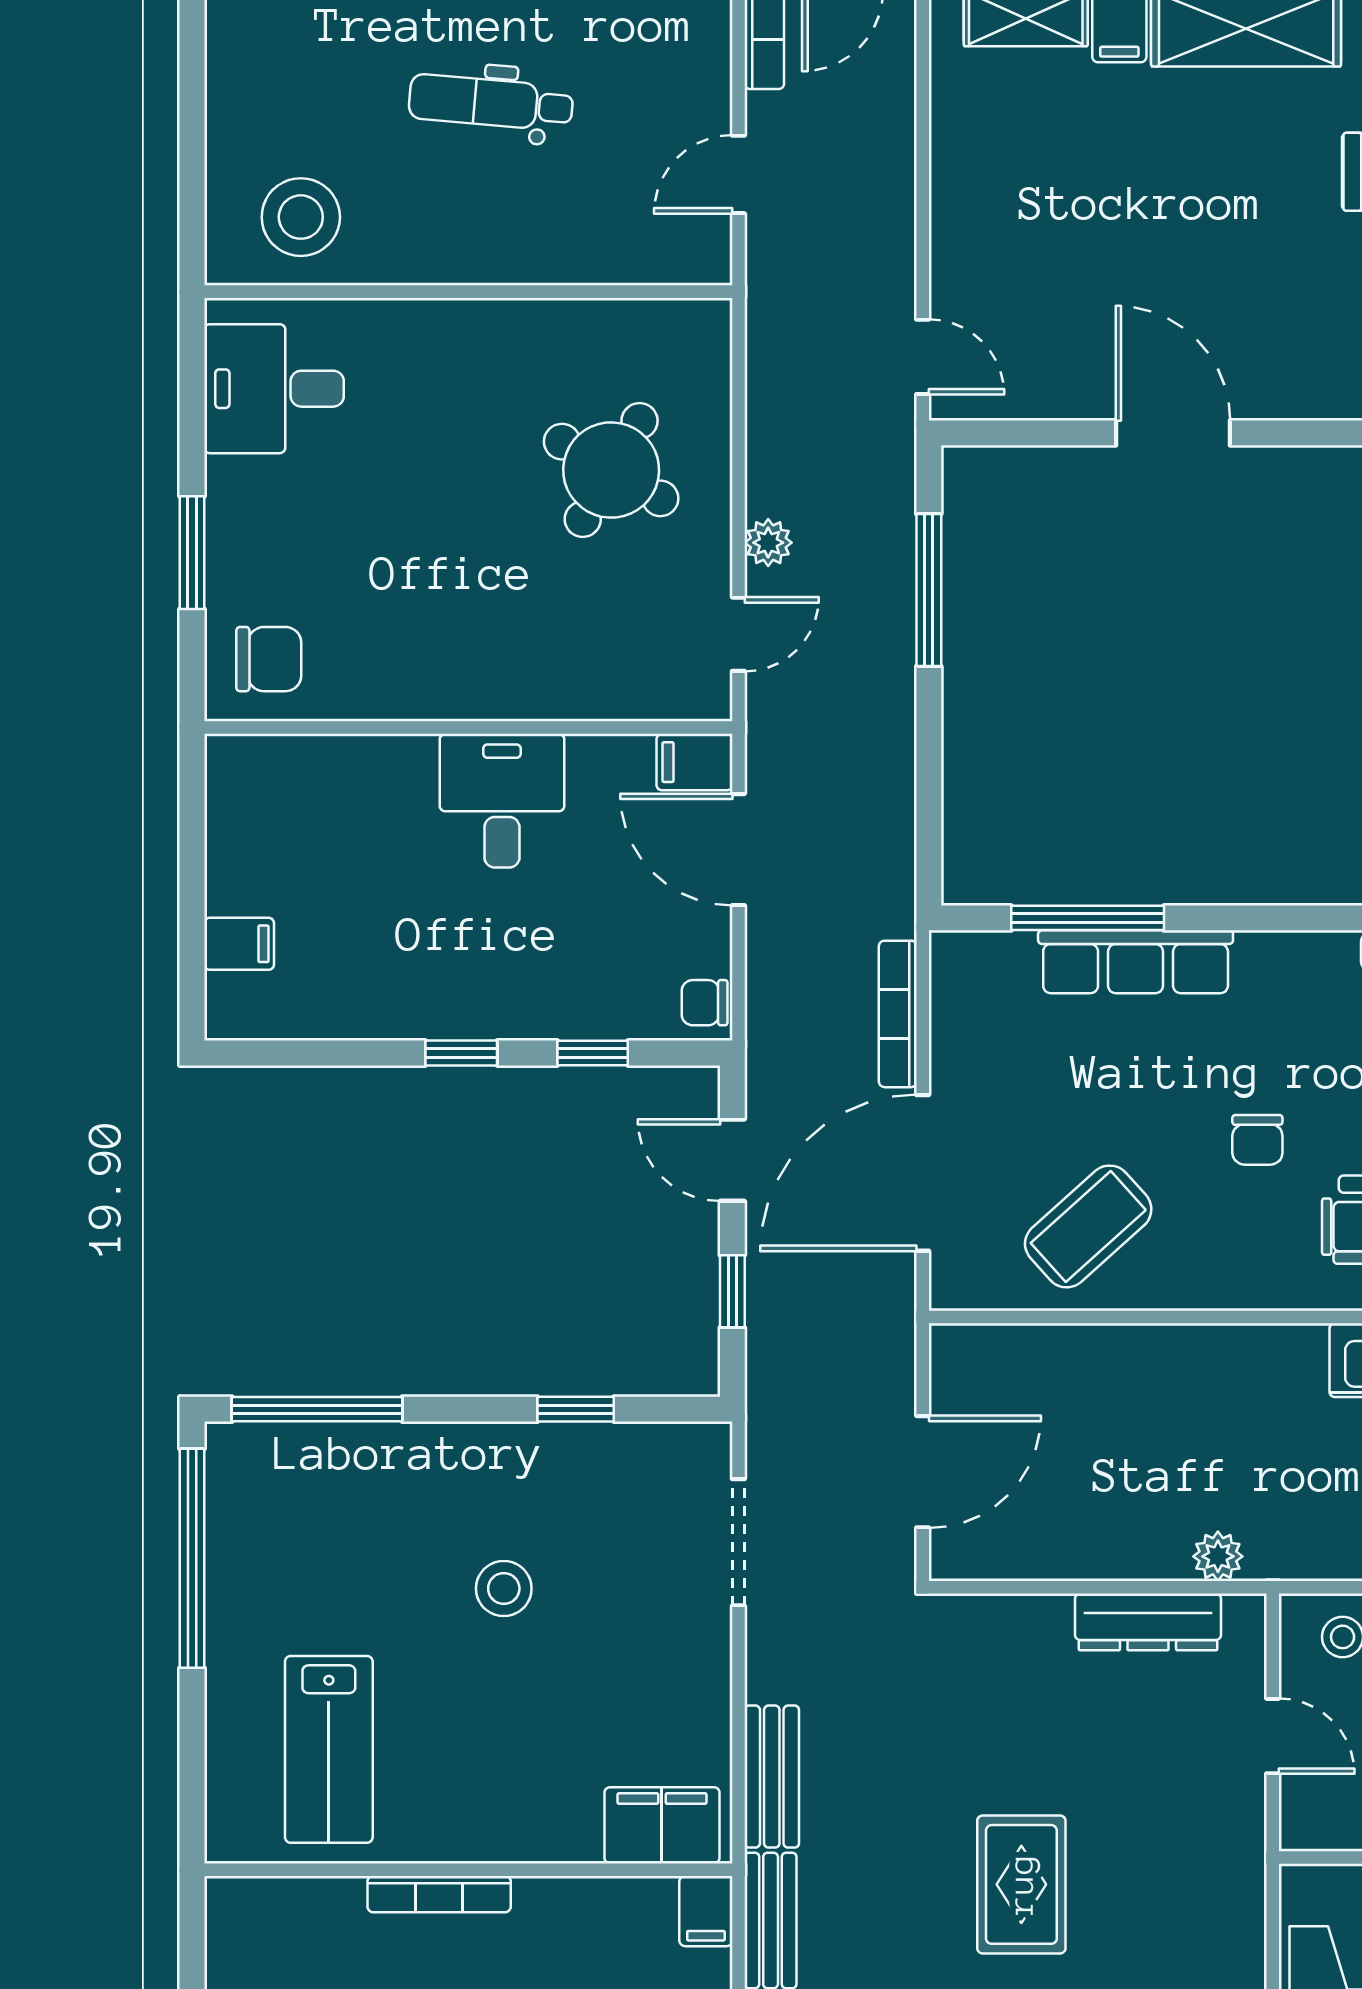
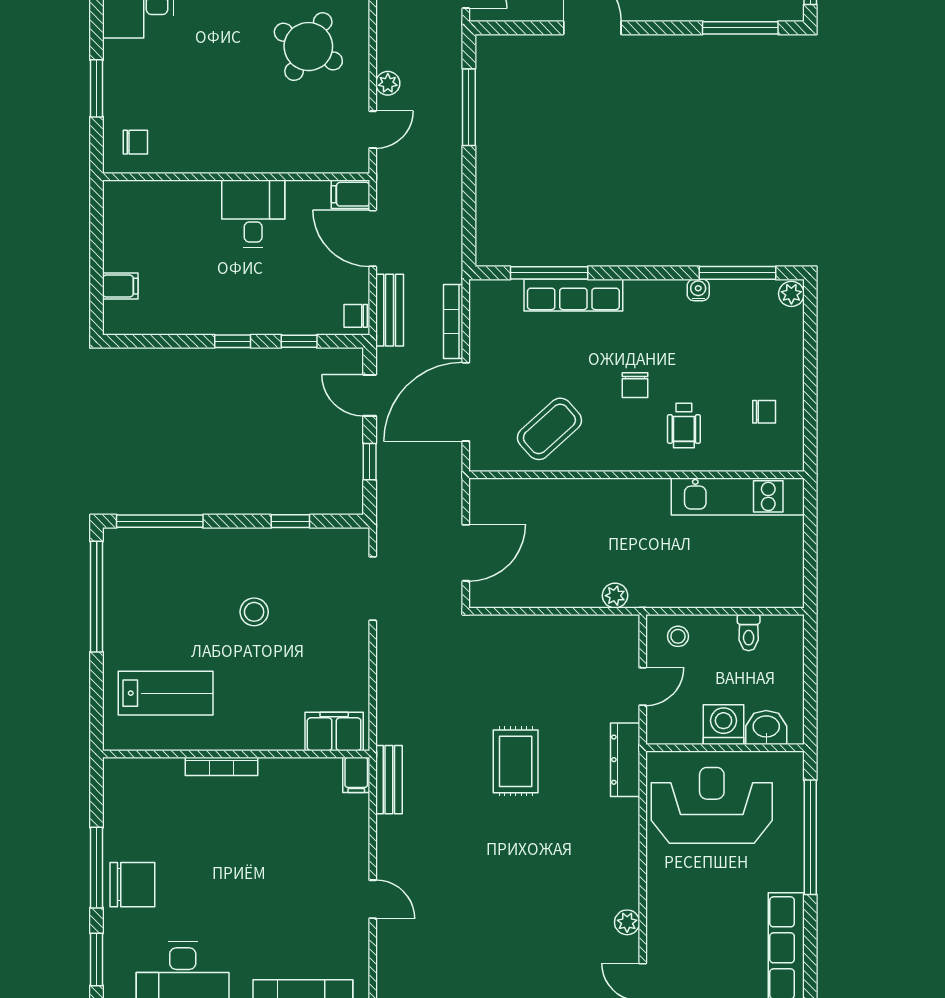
chair: (269, 659) -> (135, 142), width x0.73, depth x0.73
dresser: (1148, 1622) -> (625, 760), moved, turned 90
door: (1273, 1736) -> (643, 686), hinge flipped
lab bench: (329, 1749) -> (166, 693), turned -90
bench: (772, 1777) -> (390, 310), moved

